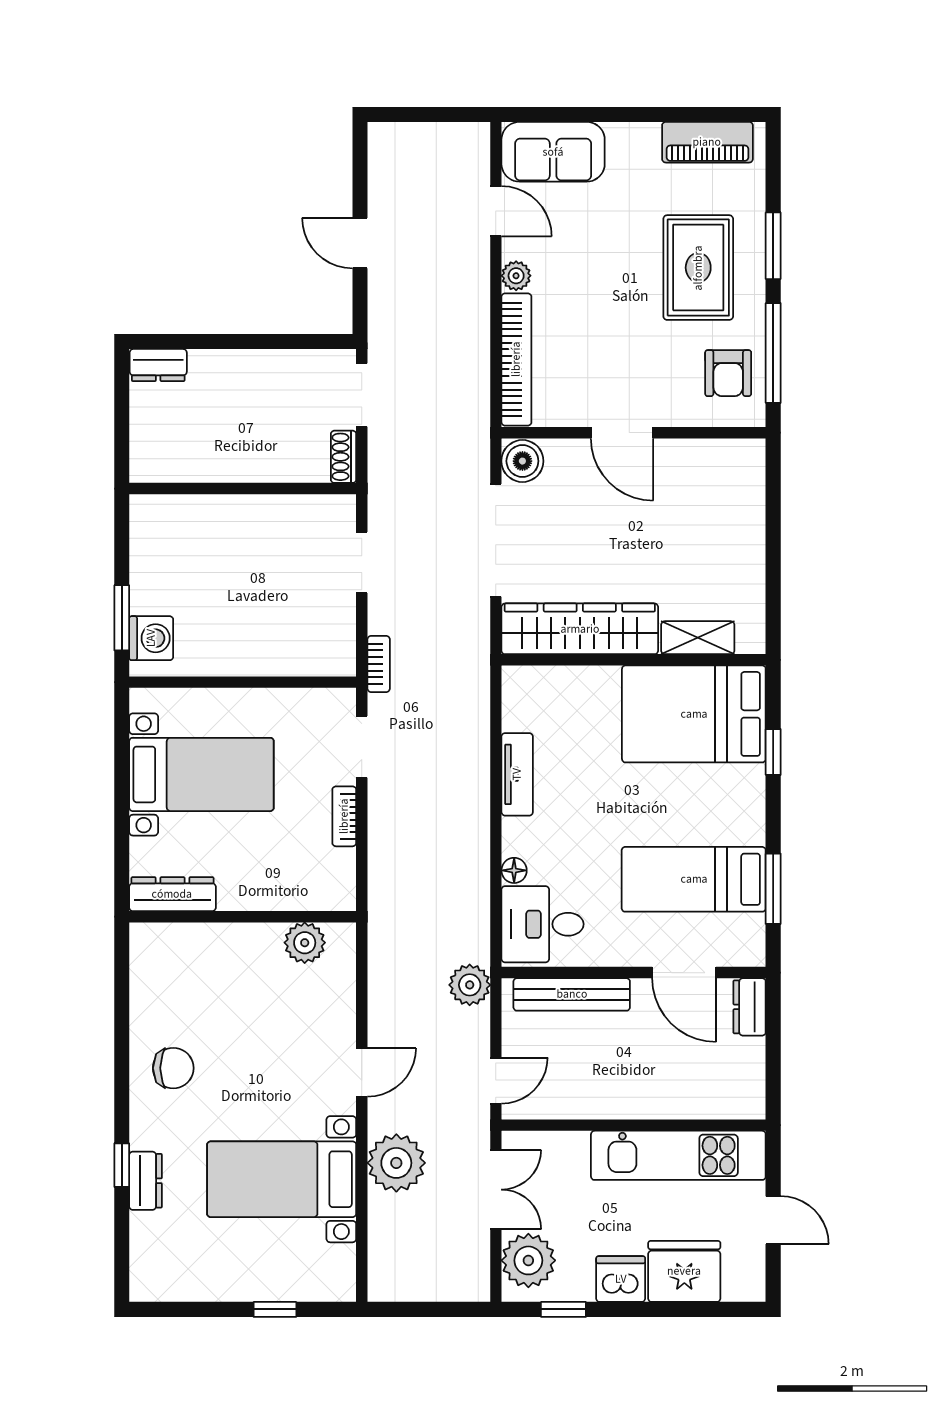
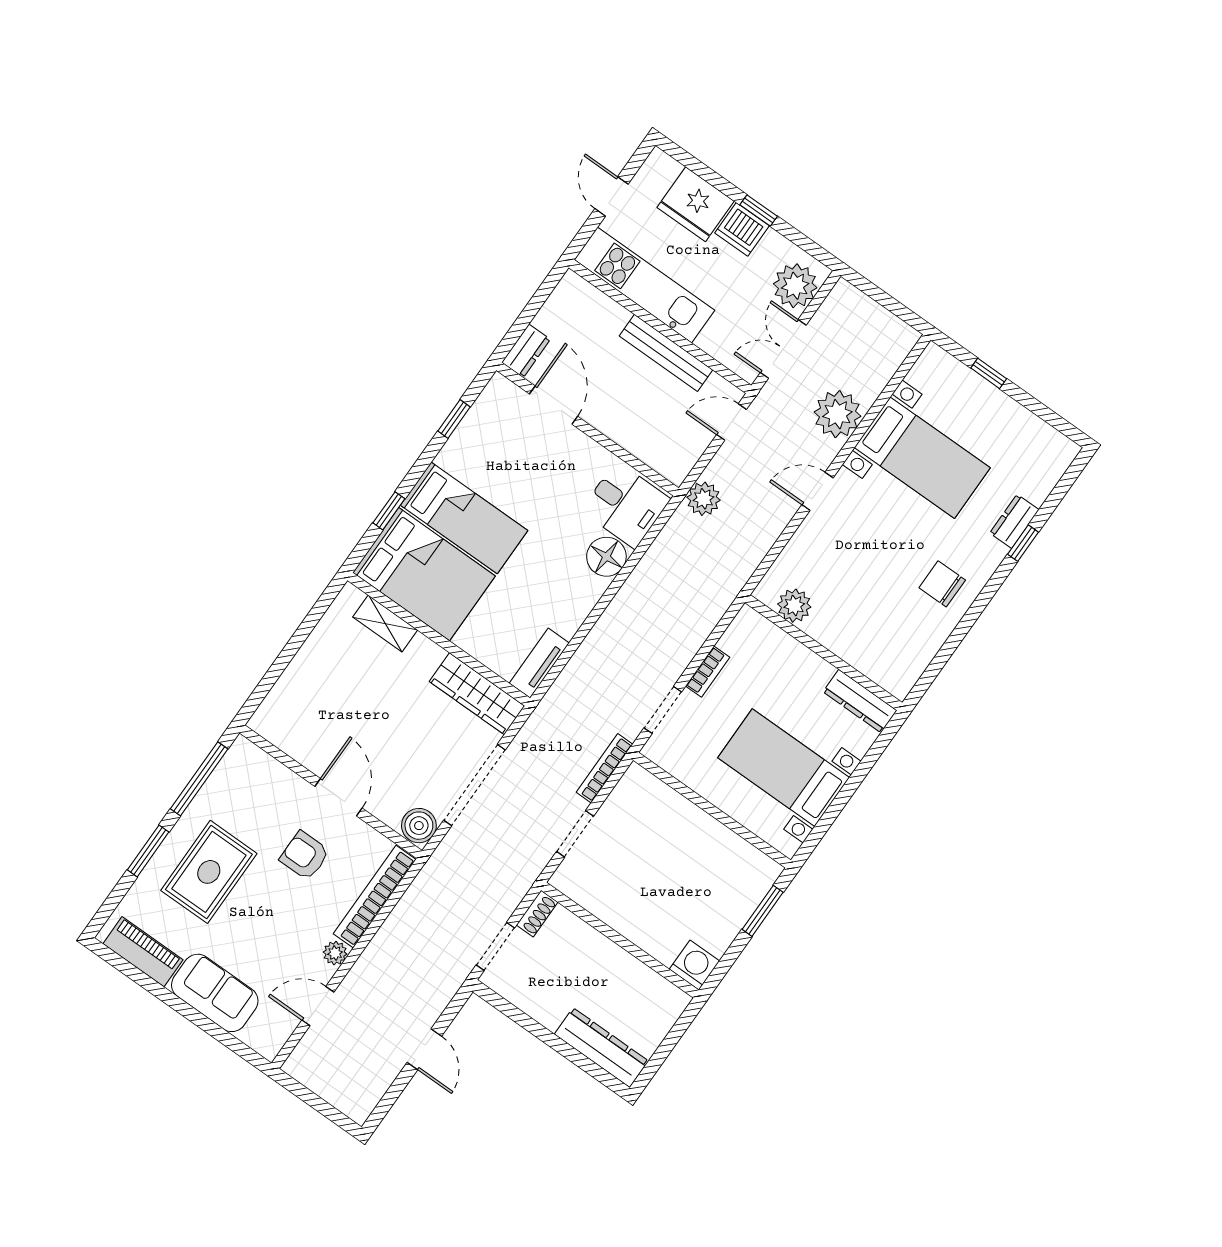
sofa: (553, 152) -> (215, 993), moved
door: (496, 211) -> (318, 1006), hinge flipped
dresser: (158, 365) -> (601, 1048), width x1.96, depth x1.24
armchair: (728, 373) -> (305, 856), moved, turned -90
wardrobe: (580, 629) -> (477, 694), width x0.71, depth x0.85
washing machine: (151, 638) -> (695, 965), moved, turned 90
bookcase: (379, 664) -> (605, 768), width x1.56
tv unit: (517, 774) -> (539, 663), moved
floor lamp: (514, 870) -> (606, 557), width x1.89, depth x1.89
bed: (694, 879) -> (464, 518), moved
window: (773, 889) -> (454, 419), width x0.67
bench: (572, 994) -> (666, 353), moved
window: (563, 1309) -> (759, 210), moved

